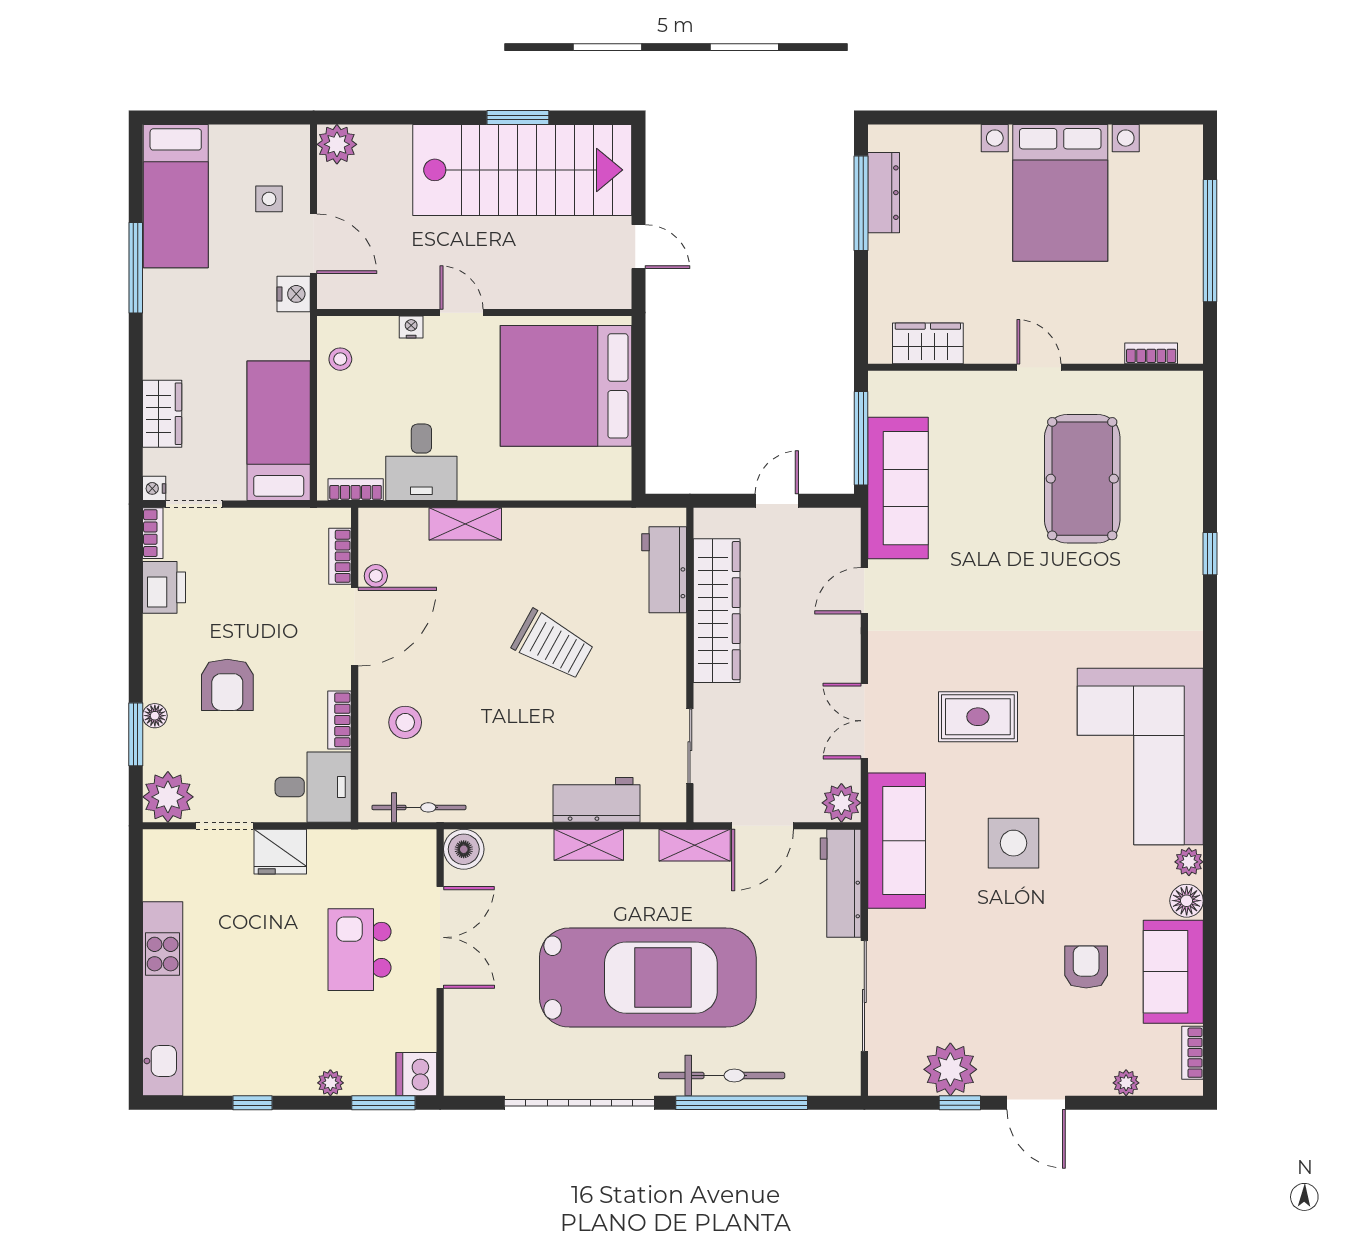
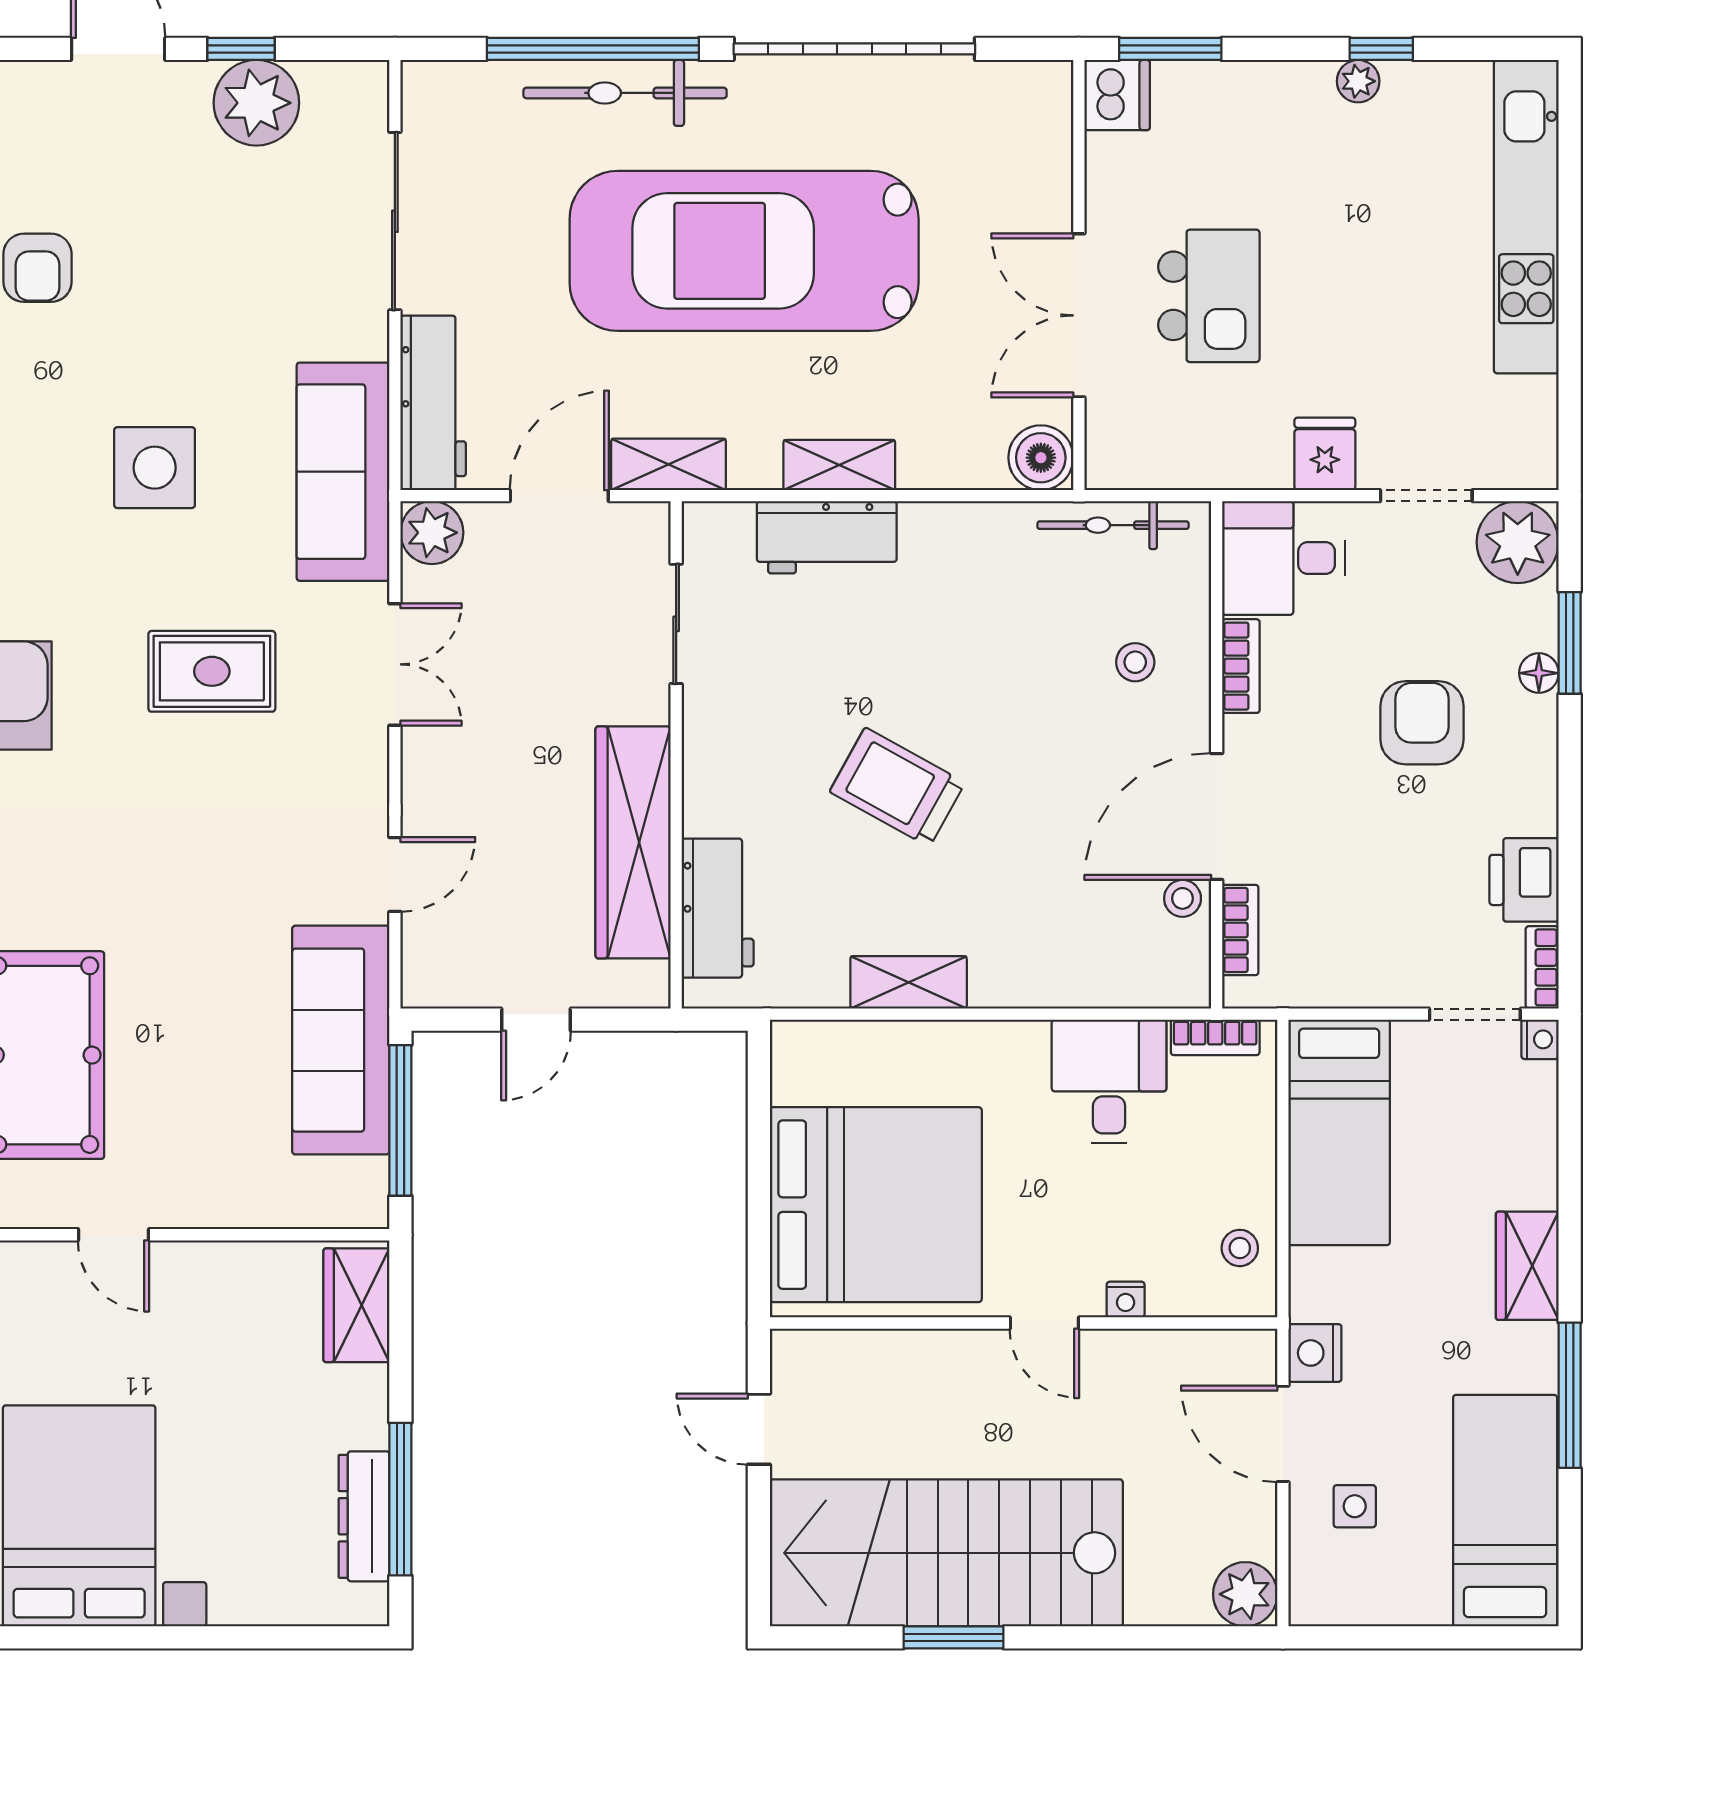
wardrobe: (928, 343) -> (356, 1305), moved, turned 90
wardrobe: (162, 414) -> (1527, 1266), moved
shelving: (465, 524) -> (909, 982), moved
stool: (405, 722) -> (1135, 662), width x0.73, depth x0.73
fridge: (280, 852) -> (1325, 454), width x0.72
plant: (330, 1083) -> (1358, 81), moved

